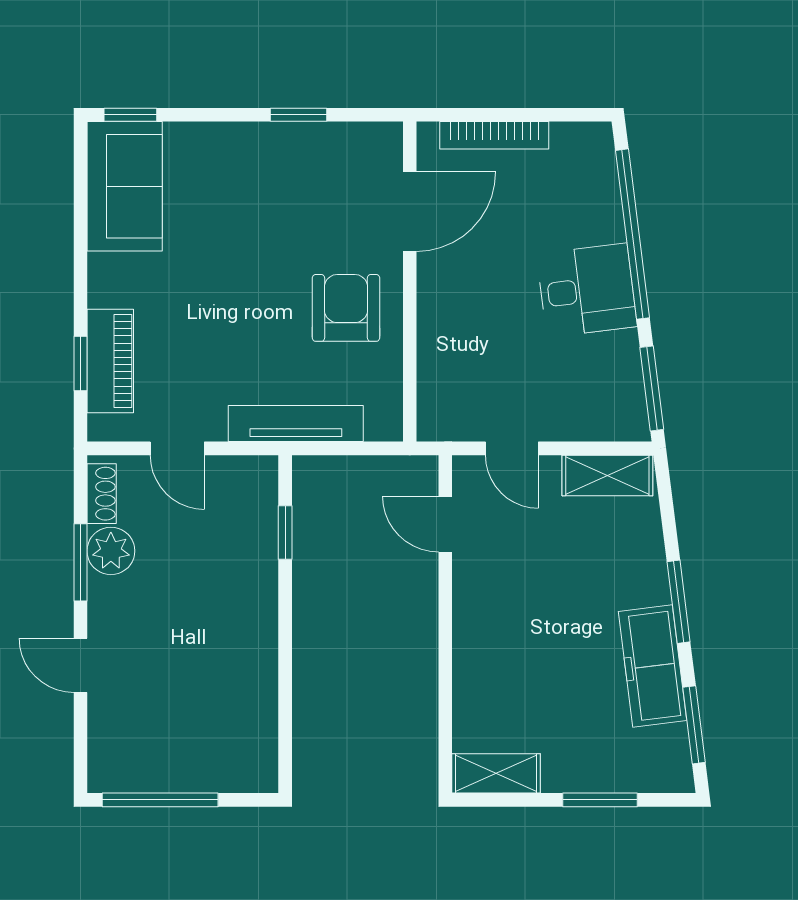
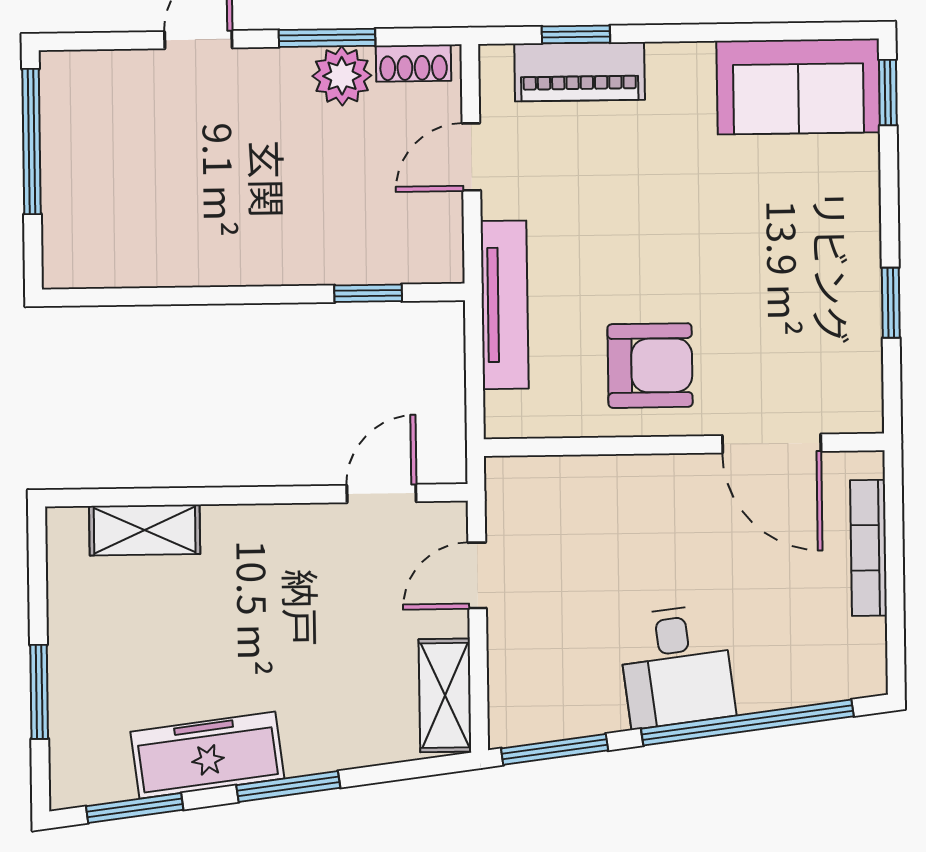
shelving: (496, 773) -> (145, 530), moved, turned 90

